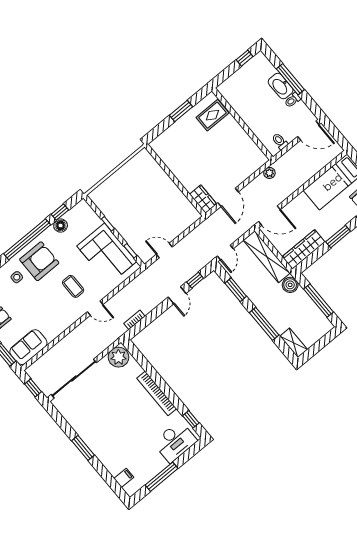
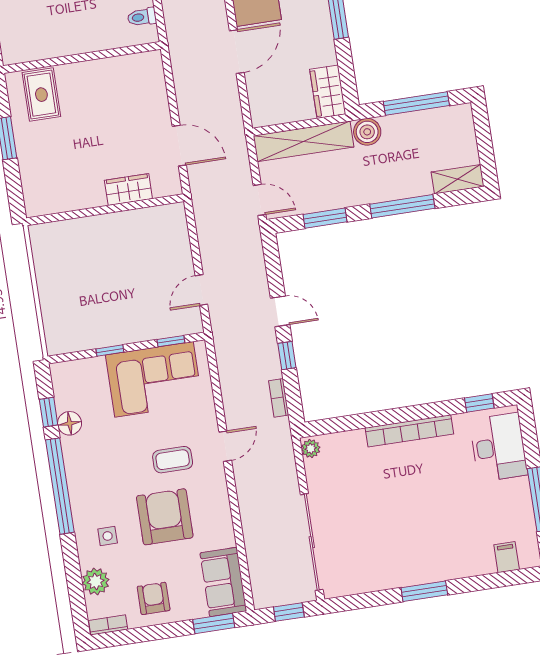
plant: (269, 173) -> (180, 61), removed
wardrobe: (203, 199) -> (128, 190), moved
door: (269, 216) -> (237, 52), moved
wardrobe: (304, 249) -> (328, 92), width x0.67
armchair: (39, 261) -> (165, 517), moved
window: (195, 280) -> (287, 356), moved
plant: (118, 357) -> (311, 449), width x0.53, depth x0.53

